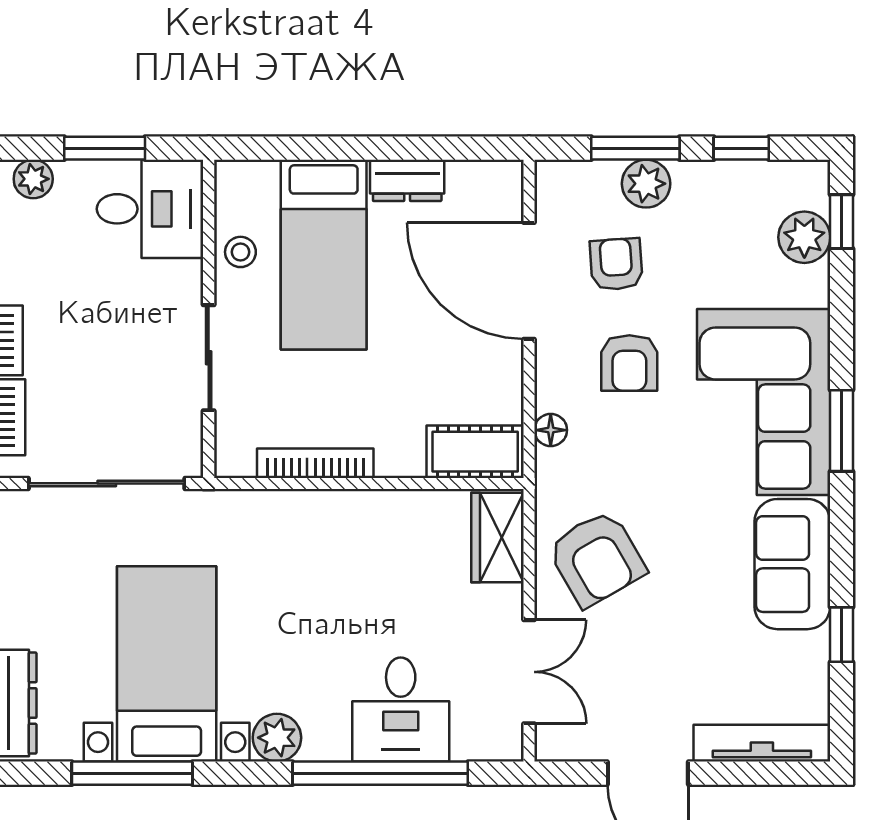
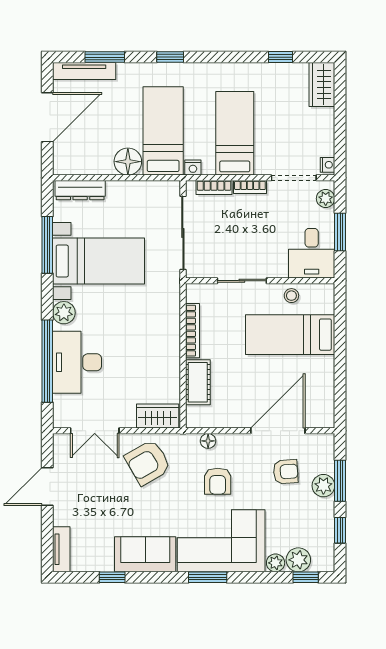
dresser: (407, 180) -> (325, 374), removed
plant: (811, 286) -> (276, 563), added
armchair: (629, 363) -> (218, 481), moved, turned -90
cot: (475, 452) -> (198, 382), moved
desk: (401, 710) -> (77, 362), width x1.37
tv unit: (762, 743) -> (61, 549), width x0.71

